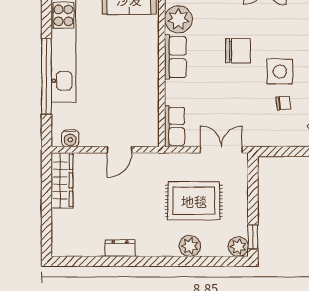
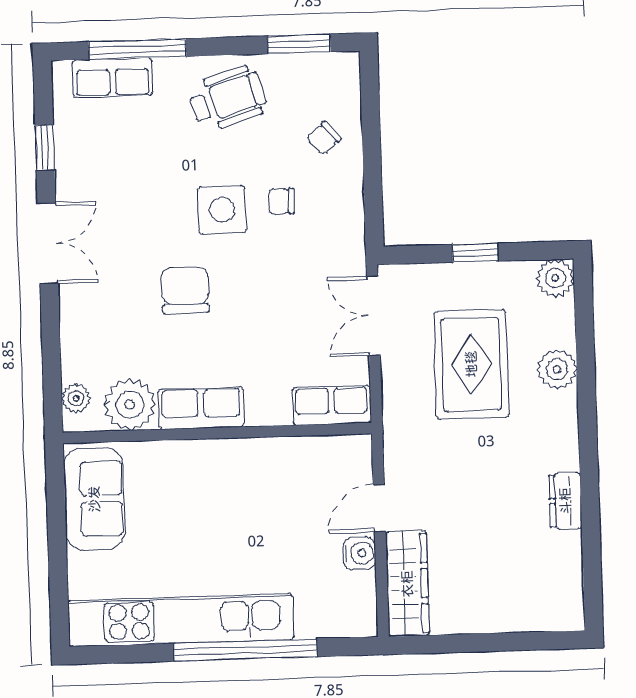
chair: (283, 103) -> (281, 201), turned -84
water cooler: (70, 138) -> (359, 553), moved
door: (119, 150) -> (379, 508), swing flipped
wardrobe: (62, 180) -> (407, 584), moved, turned 90
window: (253, 237) -> (475, 253), moved

